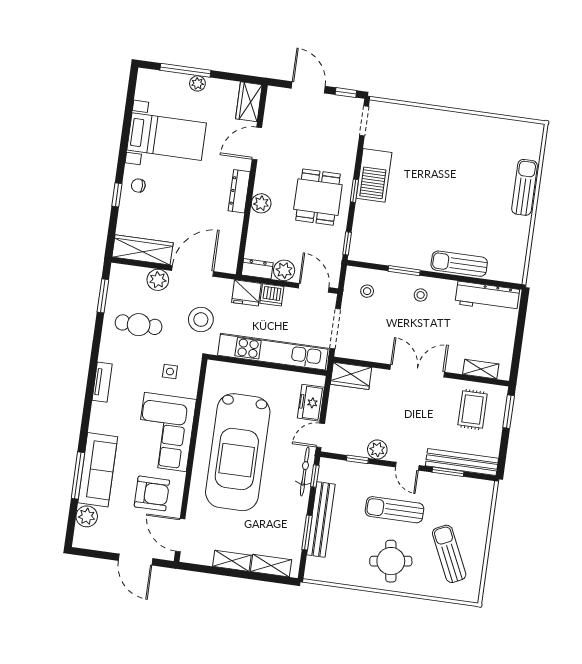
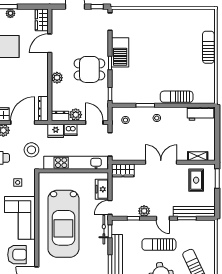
dresser: (239, 191) -> (43, 109), moved
dining table: (318, 197) -> (89, 69), turned 90
workbench: (487, 297) -> (200, 114), width x0.73

